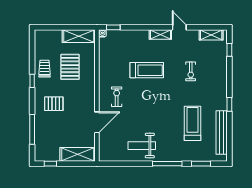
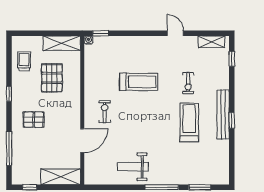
shelving: (160, 34) -> (154, 41), removed
trolley: (45, 69) -> (24, 61), moved
treadmill: (192, 123) -> (189, 123), moved
bench: (222, 133) -> (223, 114), moved

